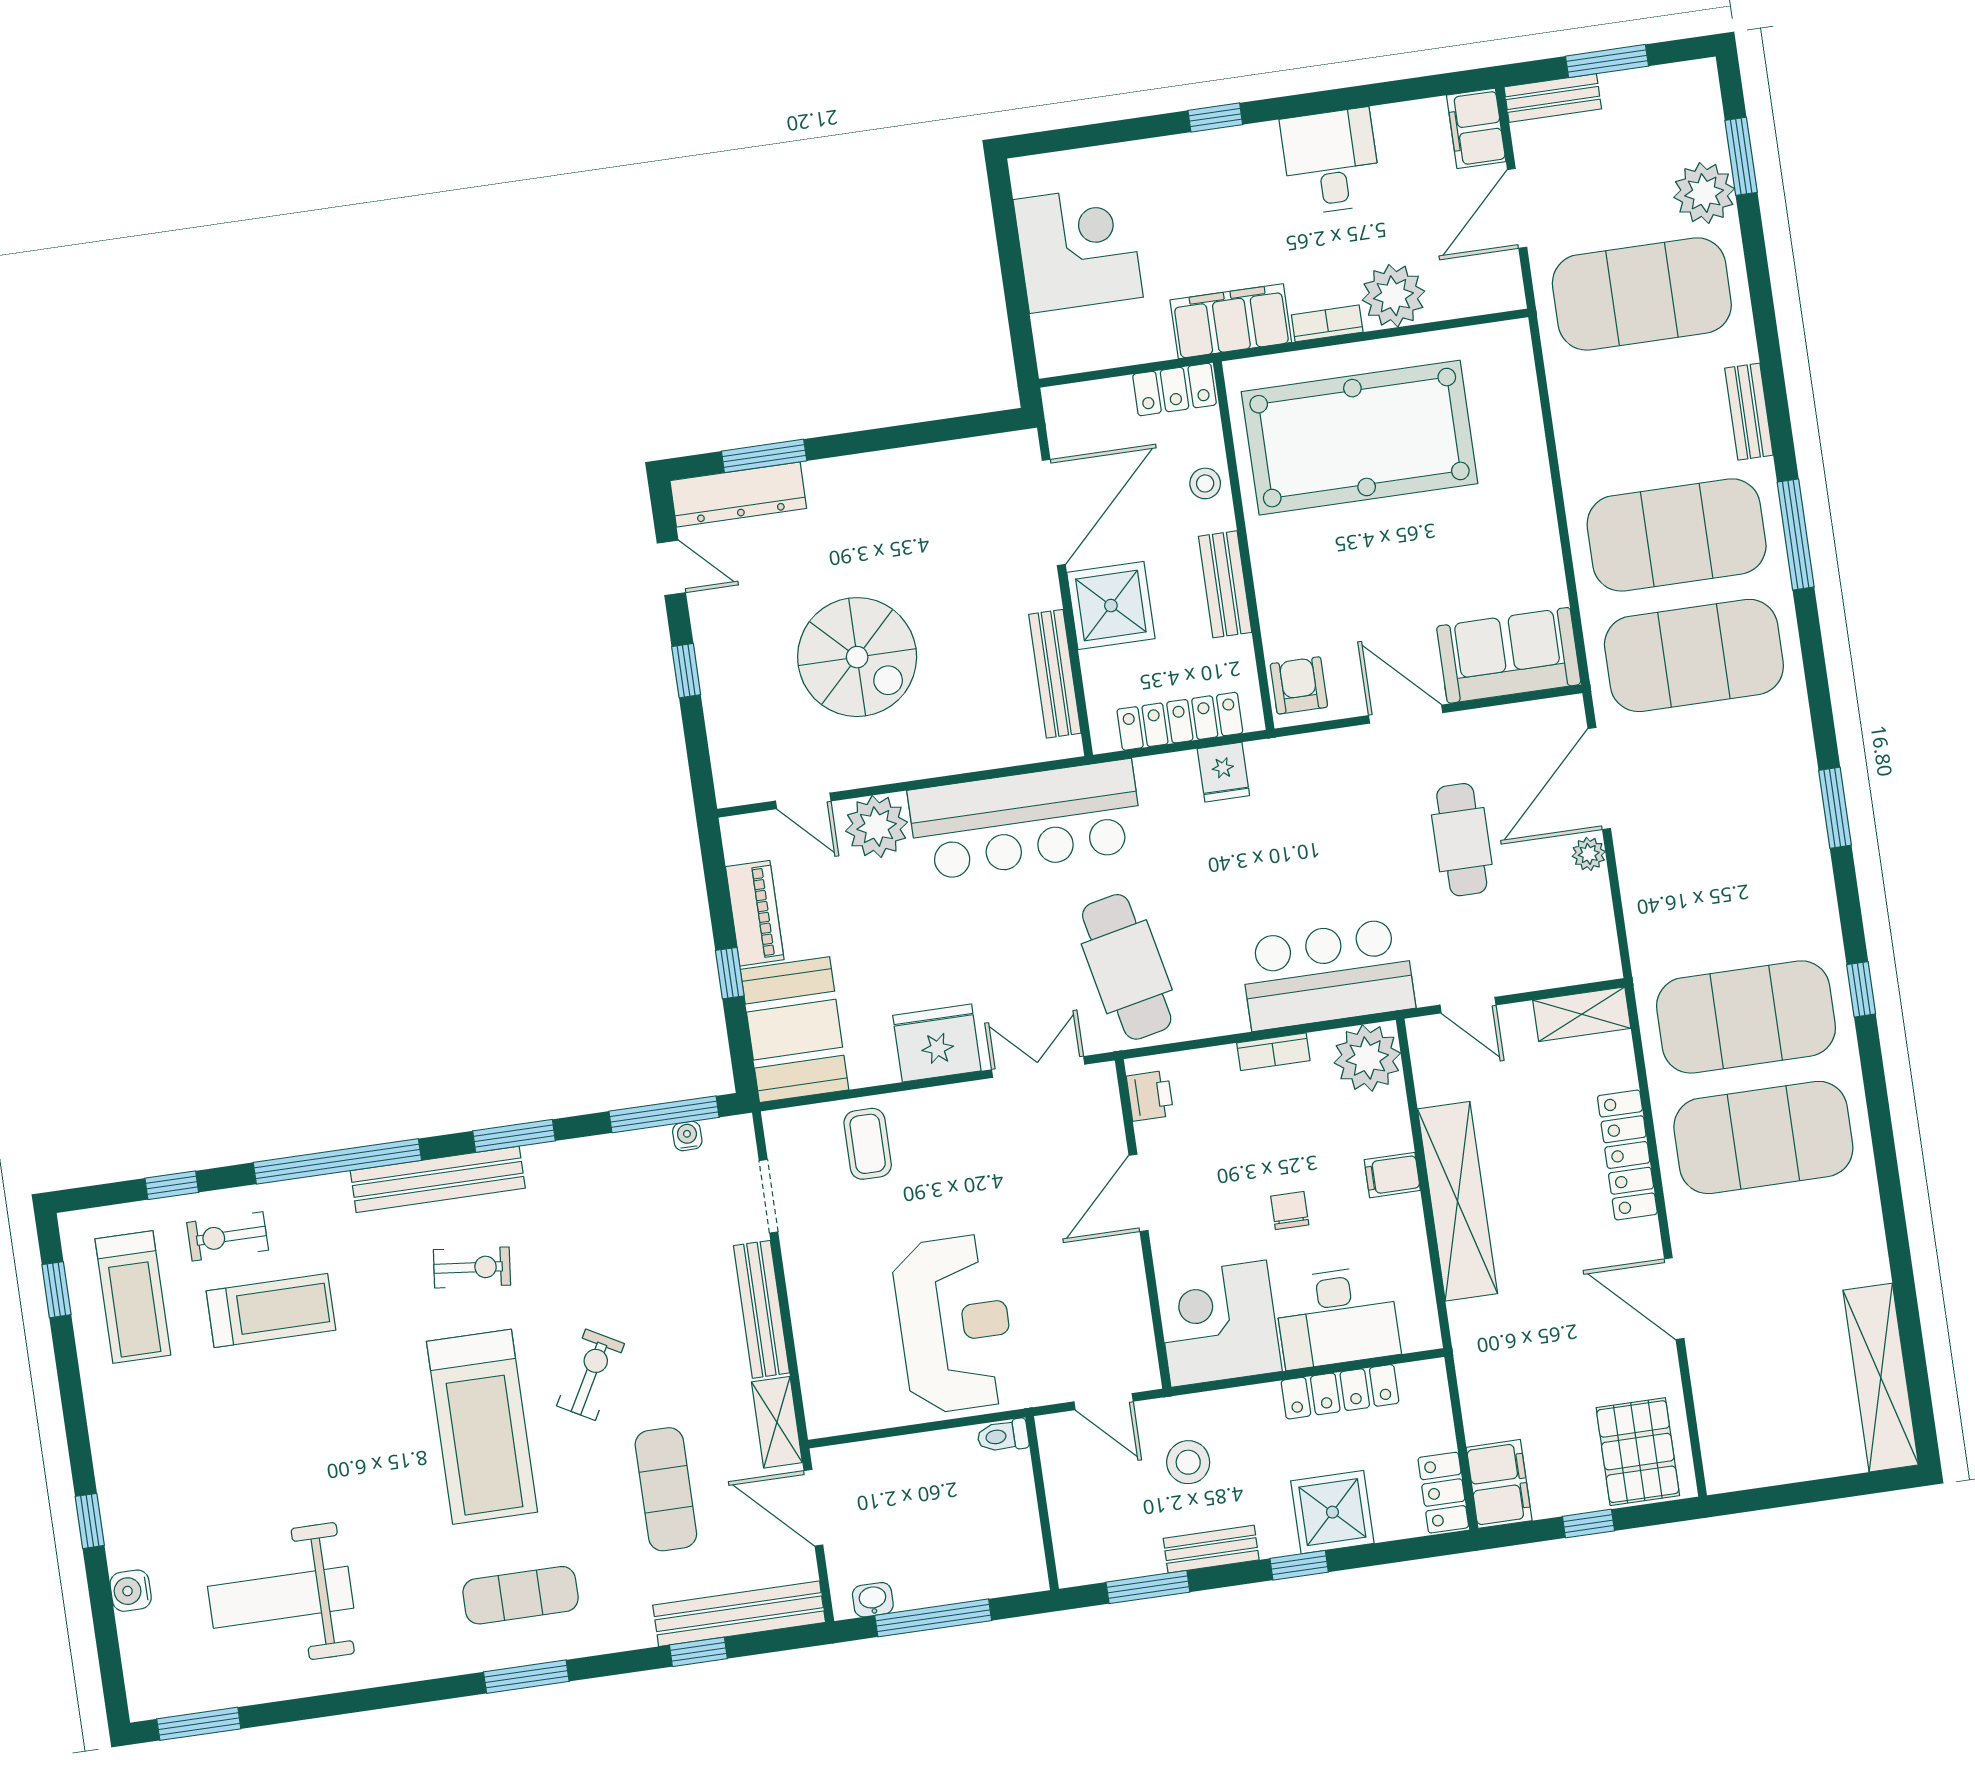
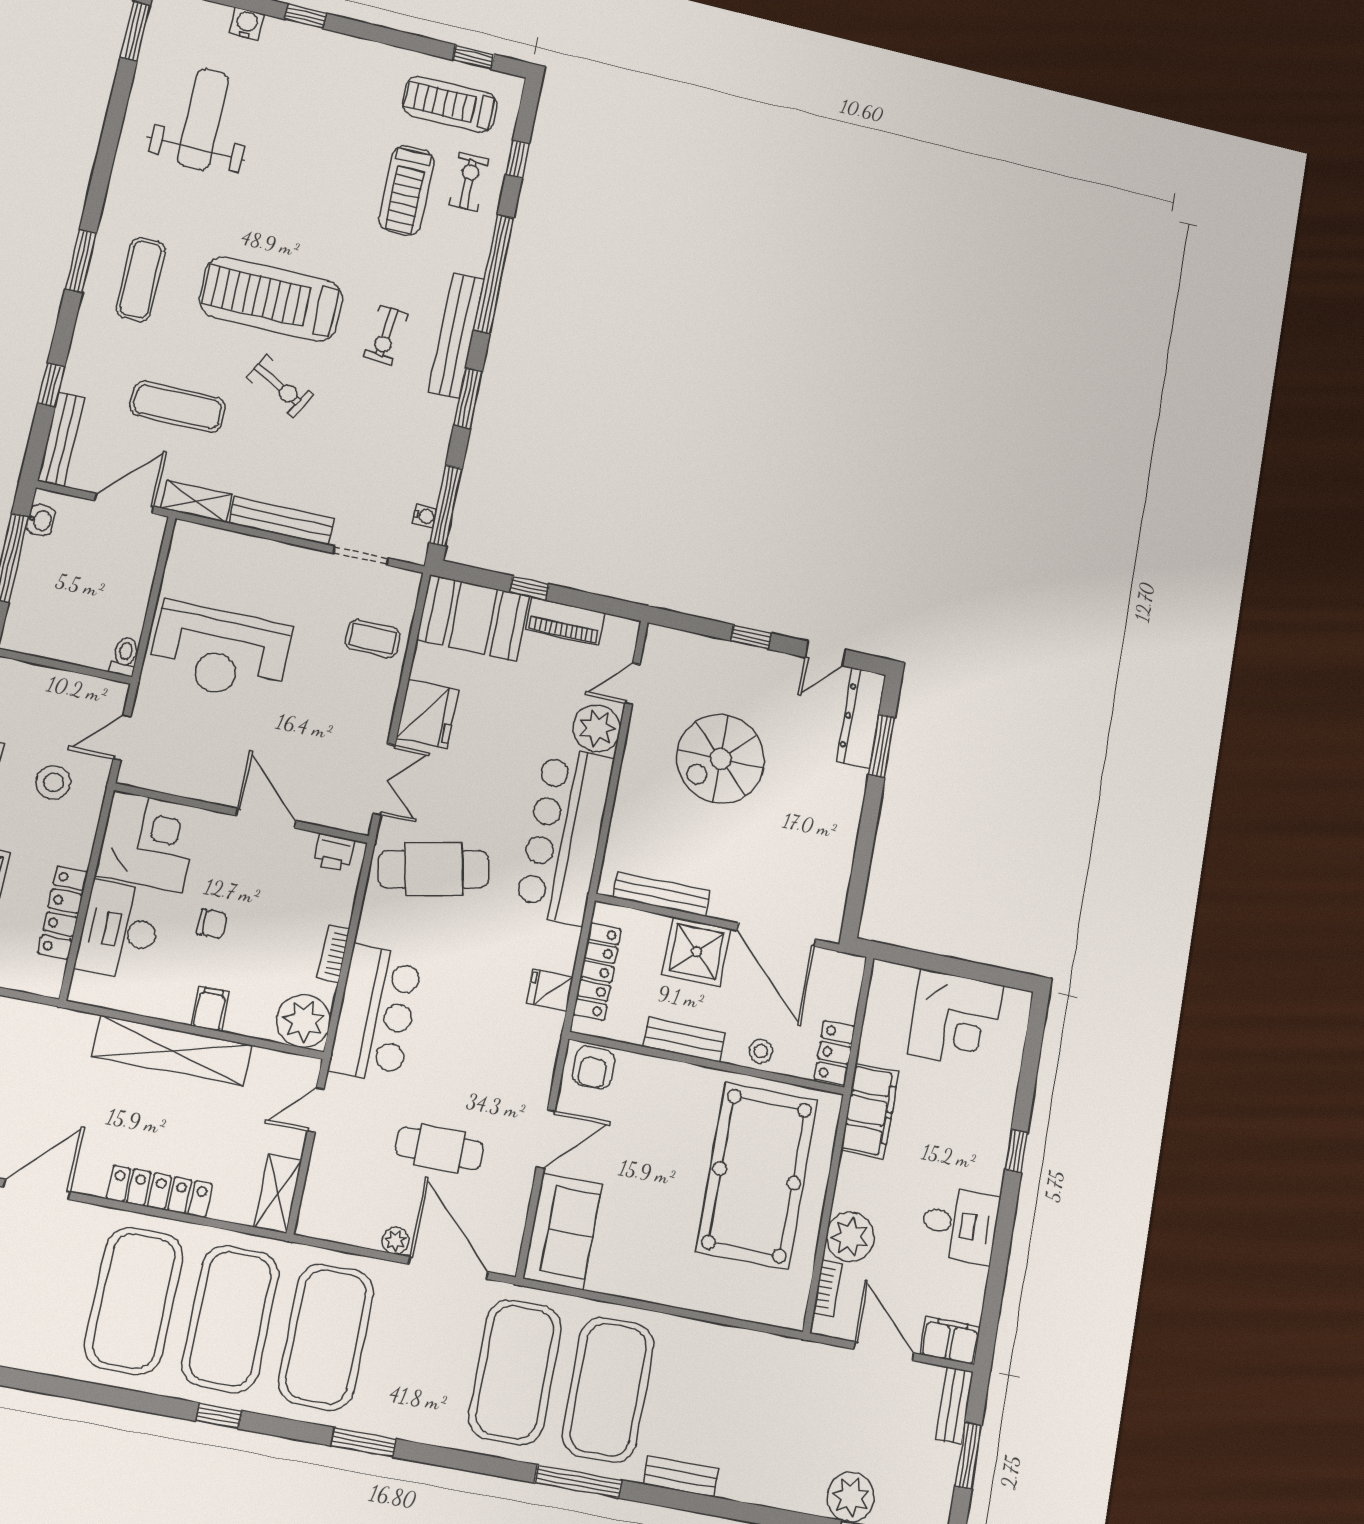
exercise mat: (1642, 294) -> (326, 1337), moved
bookcase: (1327, 323) -> (828, 1288), moved
armchair: (1299, 685) -> (593, 1068), turned 90
bench: (739, 1614) -> (61, 439), width x0.73, depth x0.82

